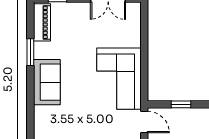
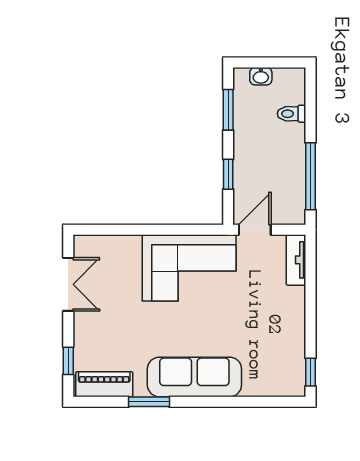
sofa: (47, 82) -> (194, 377), width x1.36

